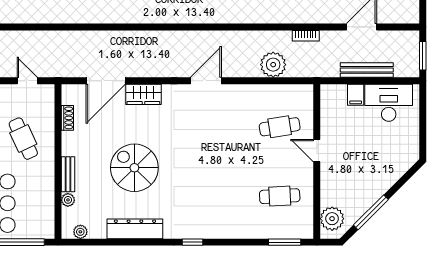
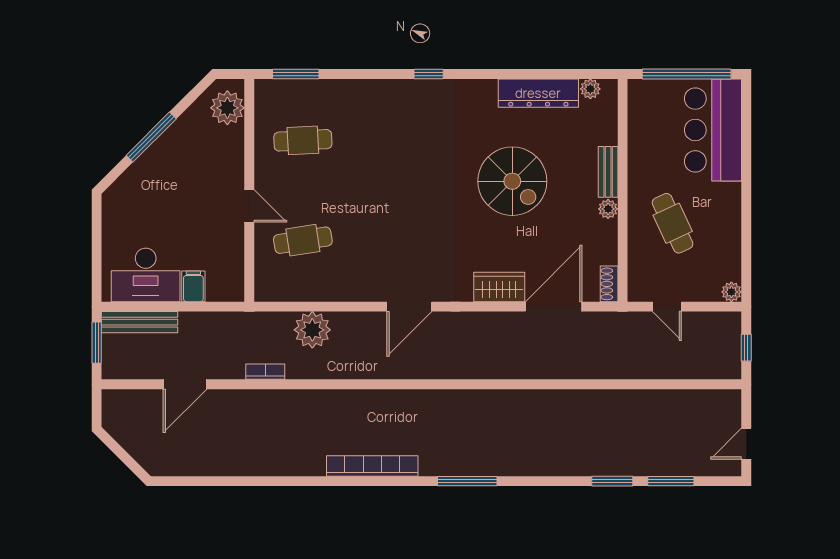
bench: (367, 70) -> (140, 322), moved
shoe rack: (67, 118) -> (609, 284), moved
plant: (68, 200) -> (608, 209), moved
window: (371, 212) -> (151, 137), moved
dresser: (135, 229) -> (538, 93), moved

